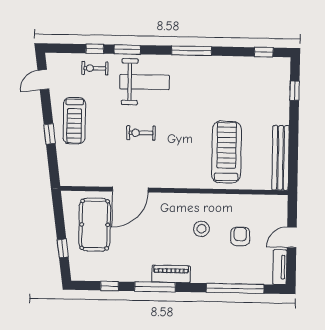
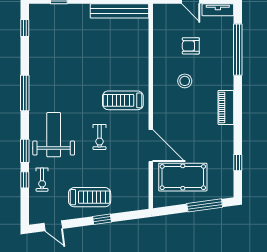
treadmill: (227, 152) -> (123, 100), moved, width x0.73, depth x0.73
window: (63, 248) -> (205, 205), width x2.17
window: (155, 287) -> (238, 122), removed

